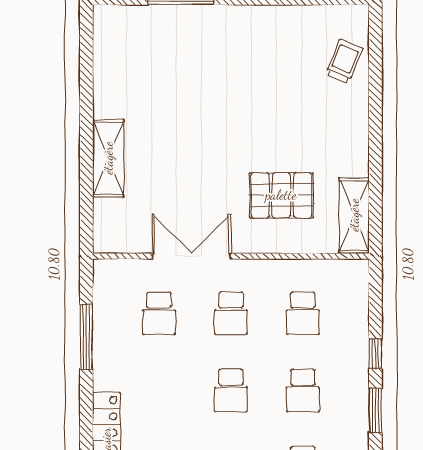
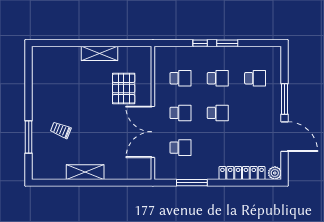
trolley: (344, 61) -> (61, 130), moved
shelving: (108, 158) -> (85, 172), moved
shelving: (354, 215) -> (99, 53), moved
double door: (191, 256) -> (153, 132), width x1.36

